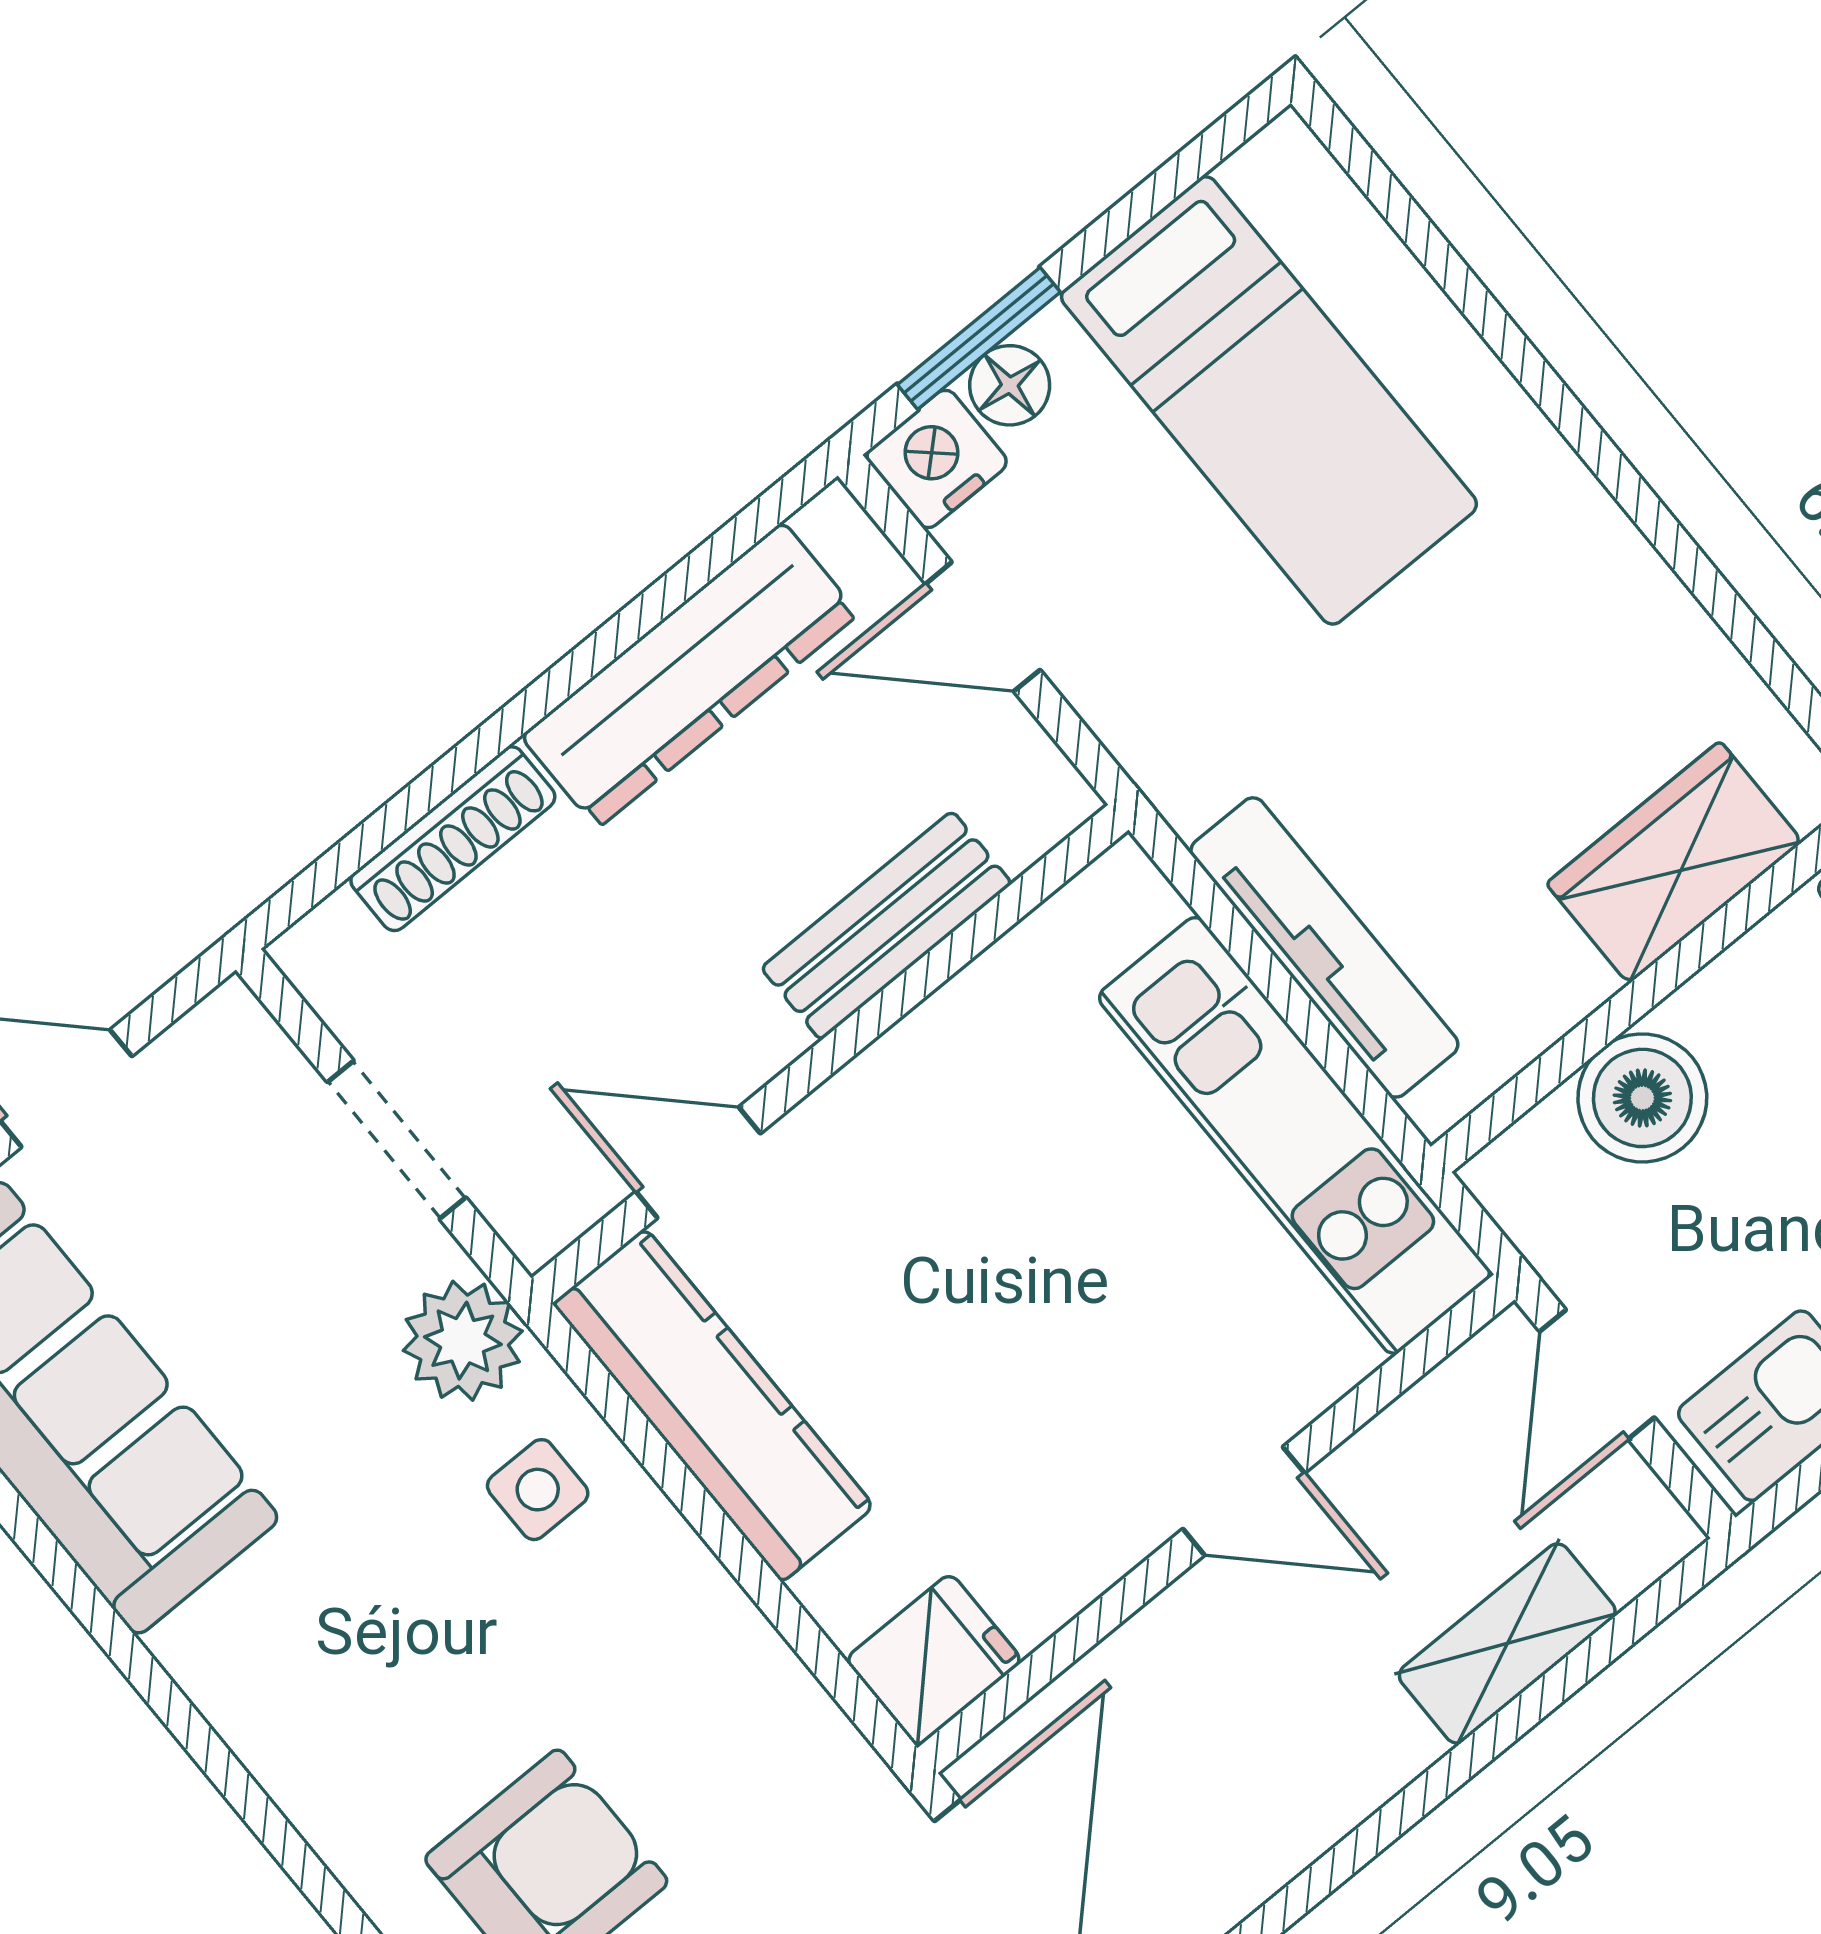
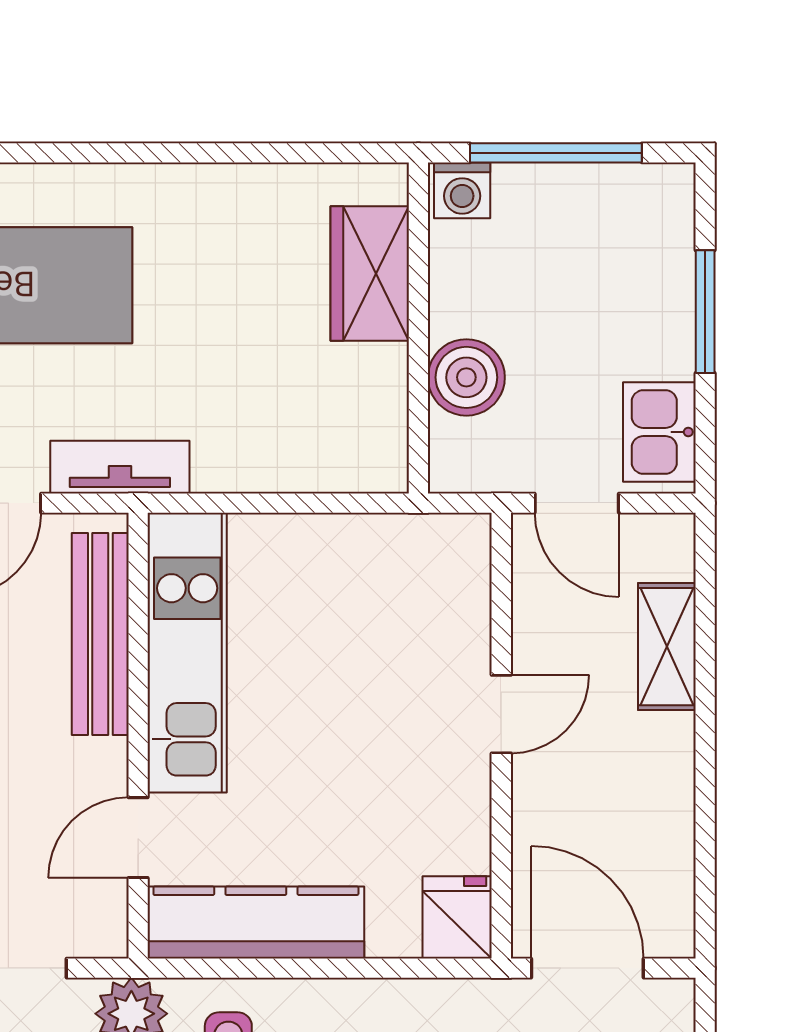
bench: (886, 926) -> (100, 634), width x1.36
tv unit: (1324, 947) -> (120, 467), moved, width x0.71
kitchen unit: (1294, 1135) -> (187, 653), moved, turned -90

